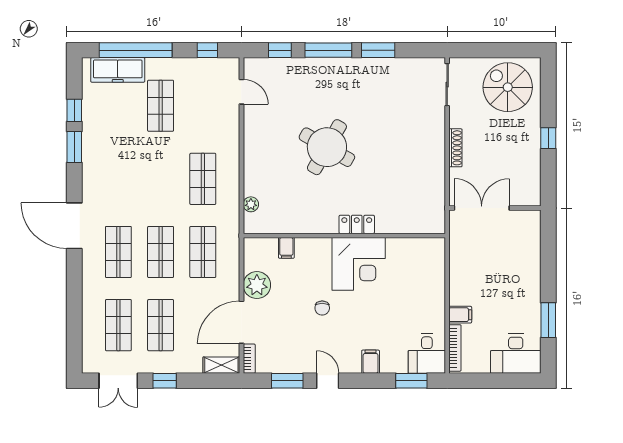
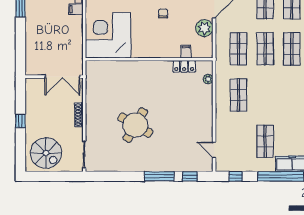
window: (378, 50) -> (128, 176), removed
round table: (327, 147) -> (135, 125), moved
locker: (357, 224) -> (184, 66), moved
corner desk: (359, 264) -> (108, 35), moved, width x1.36, depth x1.36

